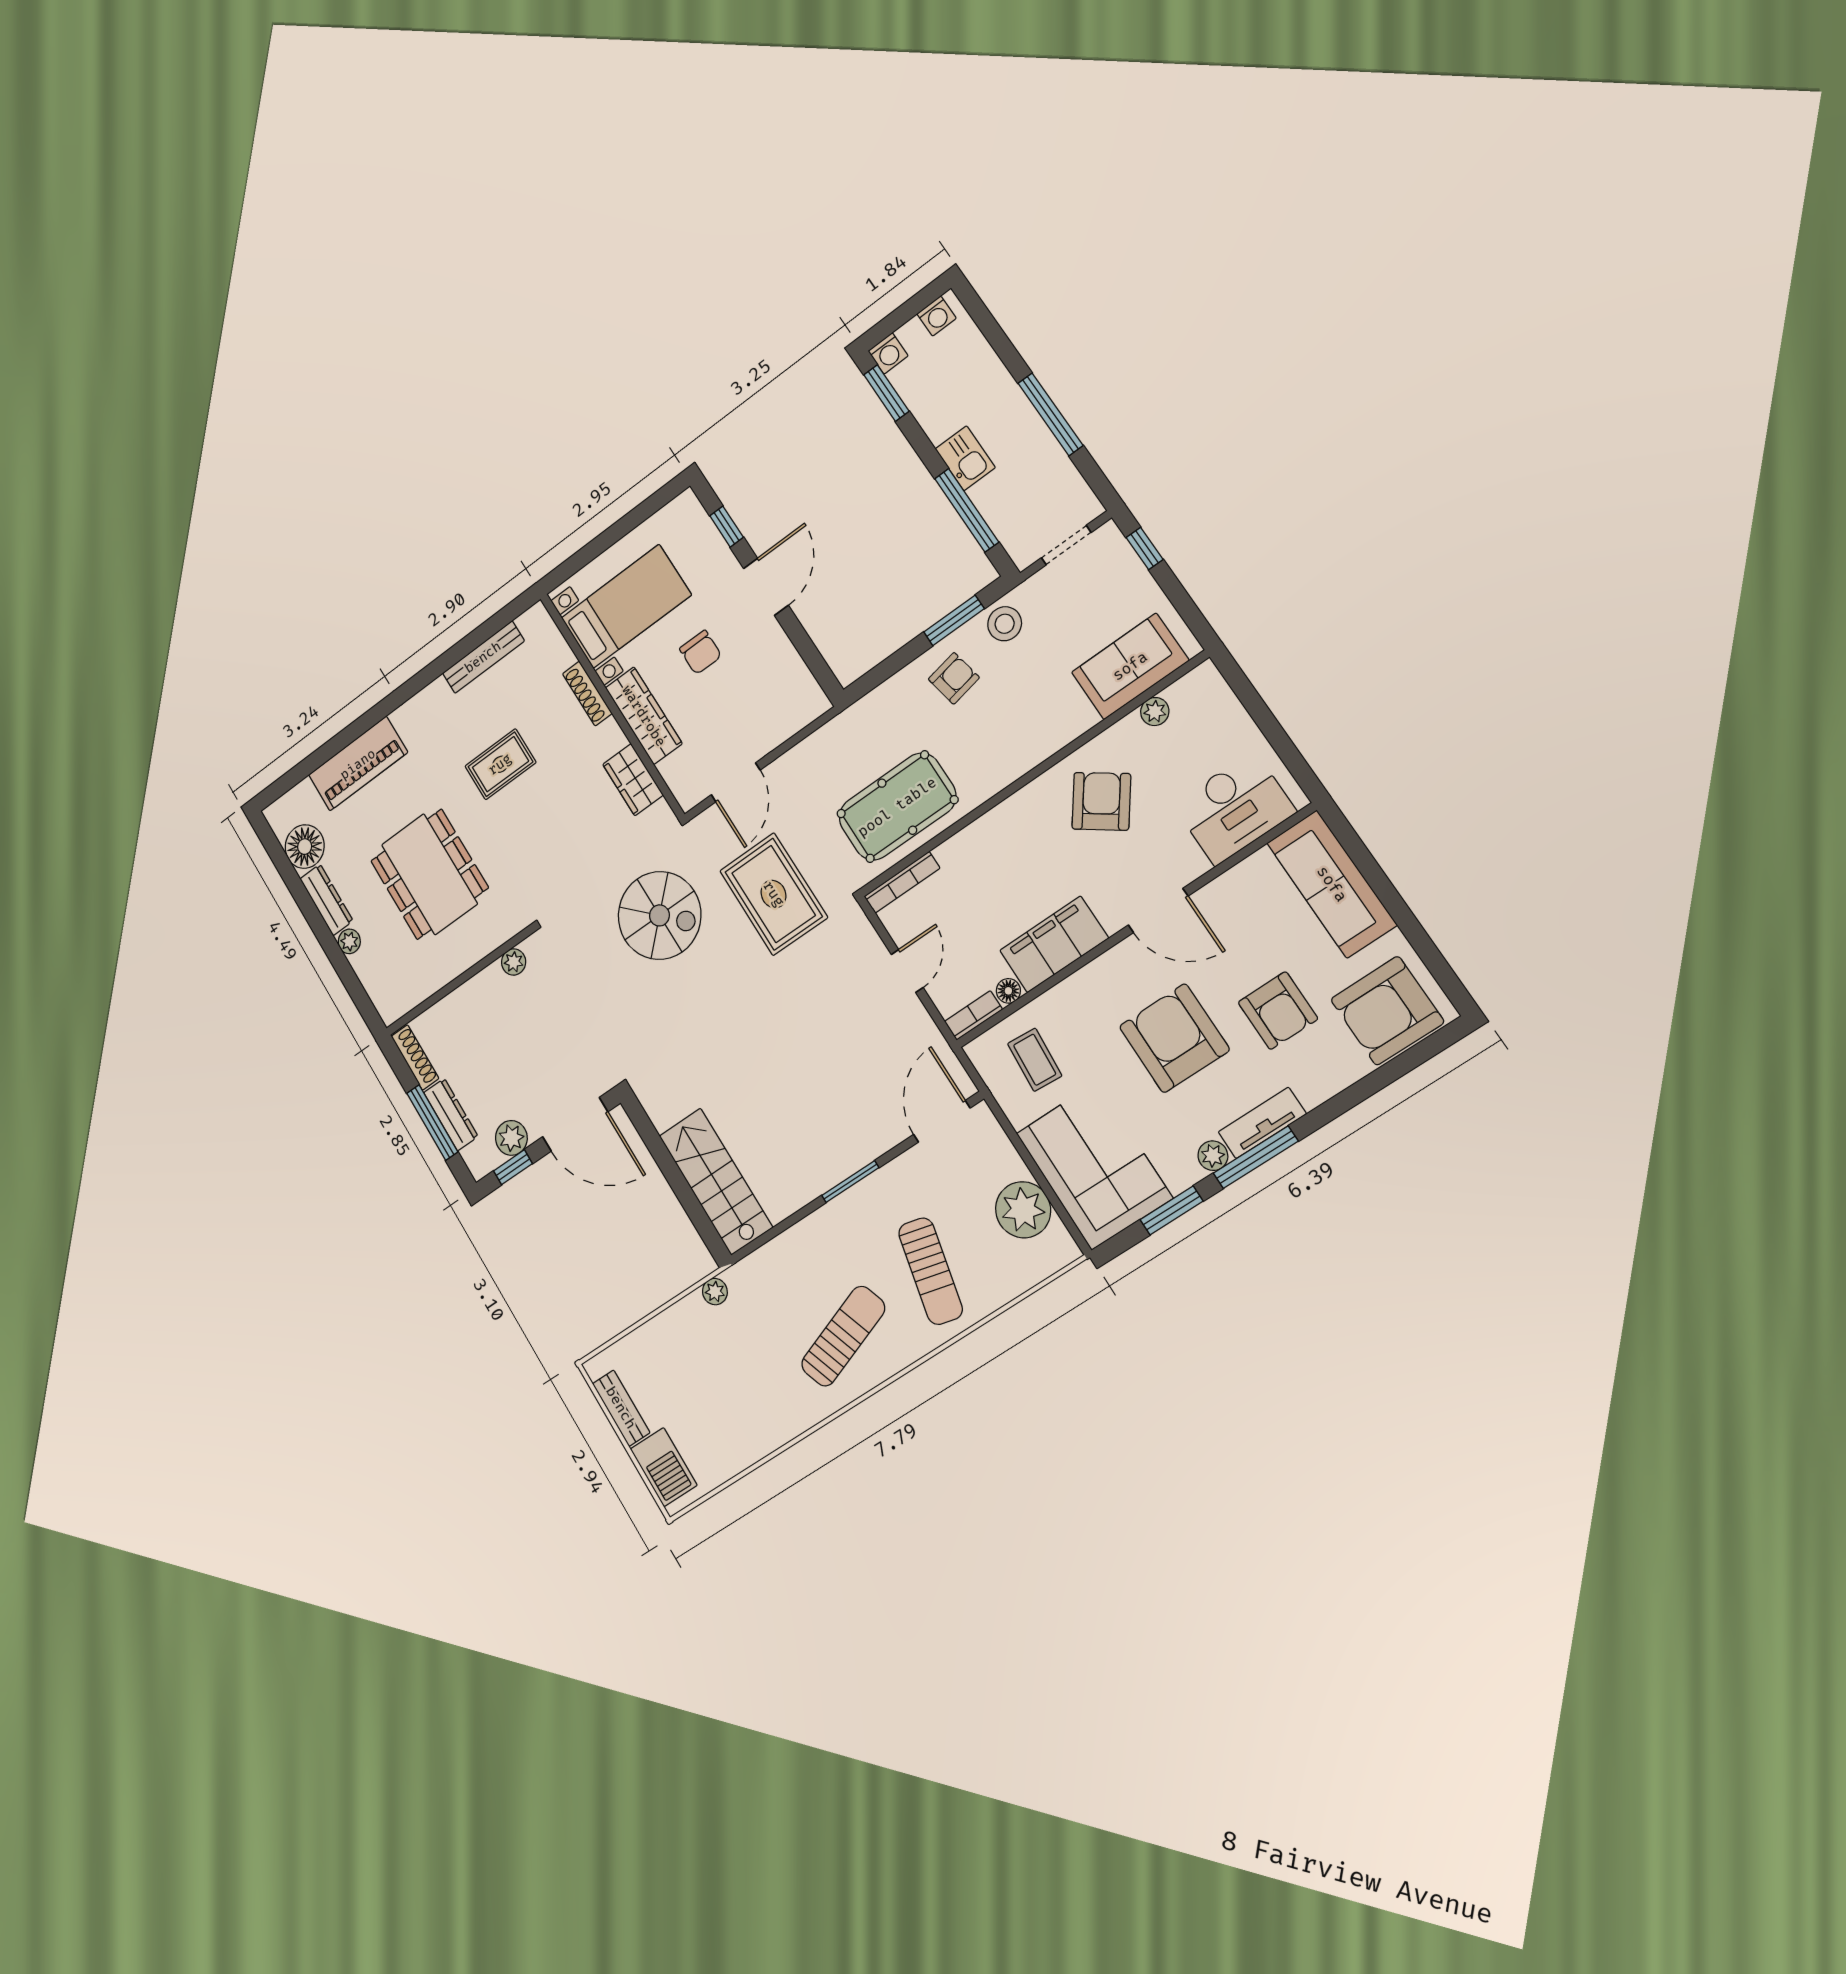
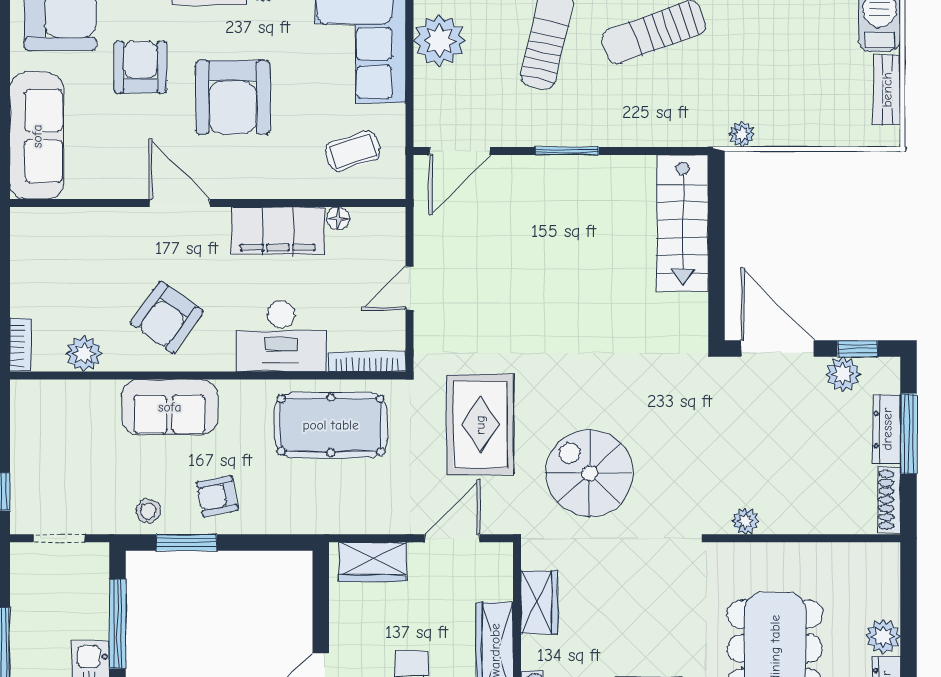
stool: (1005, 624) -> (148, 511), width x0.73, depth x0.73
sofa: (1130, 666) -> (170, 407), moved
plant: (1155, 712) -> (84, 354), width x1.38, depth x1.38
wardrobe: (788, 716) -> (373, 562), added
desk: (1234, 808) -> (281, 336), moved, turned 180
plant: (349, 941) -> (883, 636), width x1.38, depth x1.38
bookcase: (973, 1015) -> (20, 345), moved, turned -90
coffee table: (1035, 1060) -> (353, 151), turned 68

